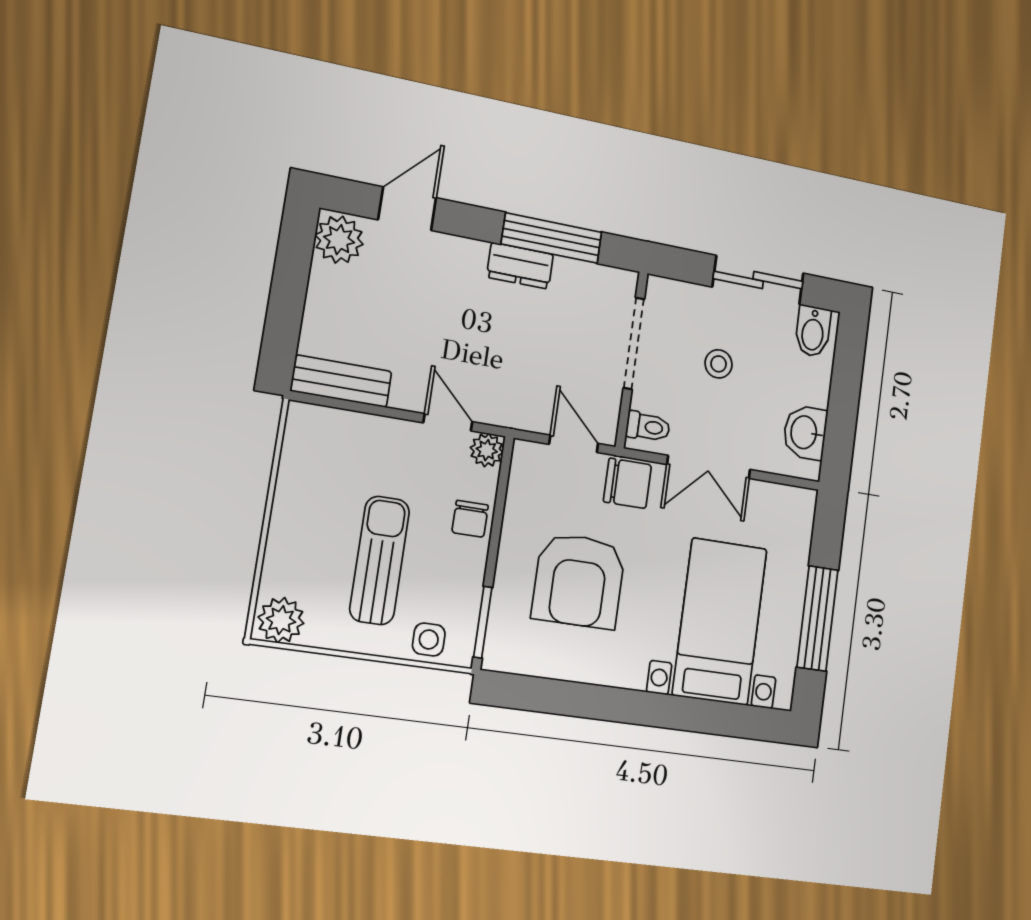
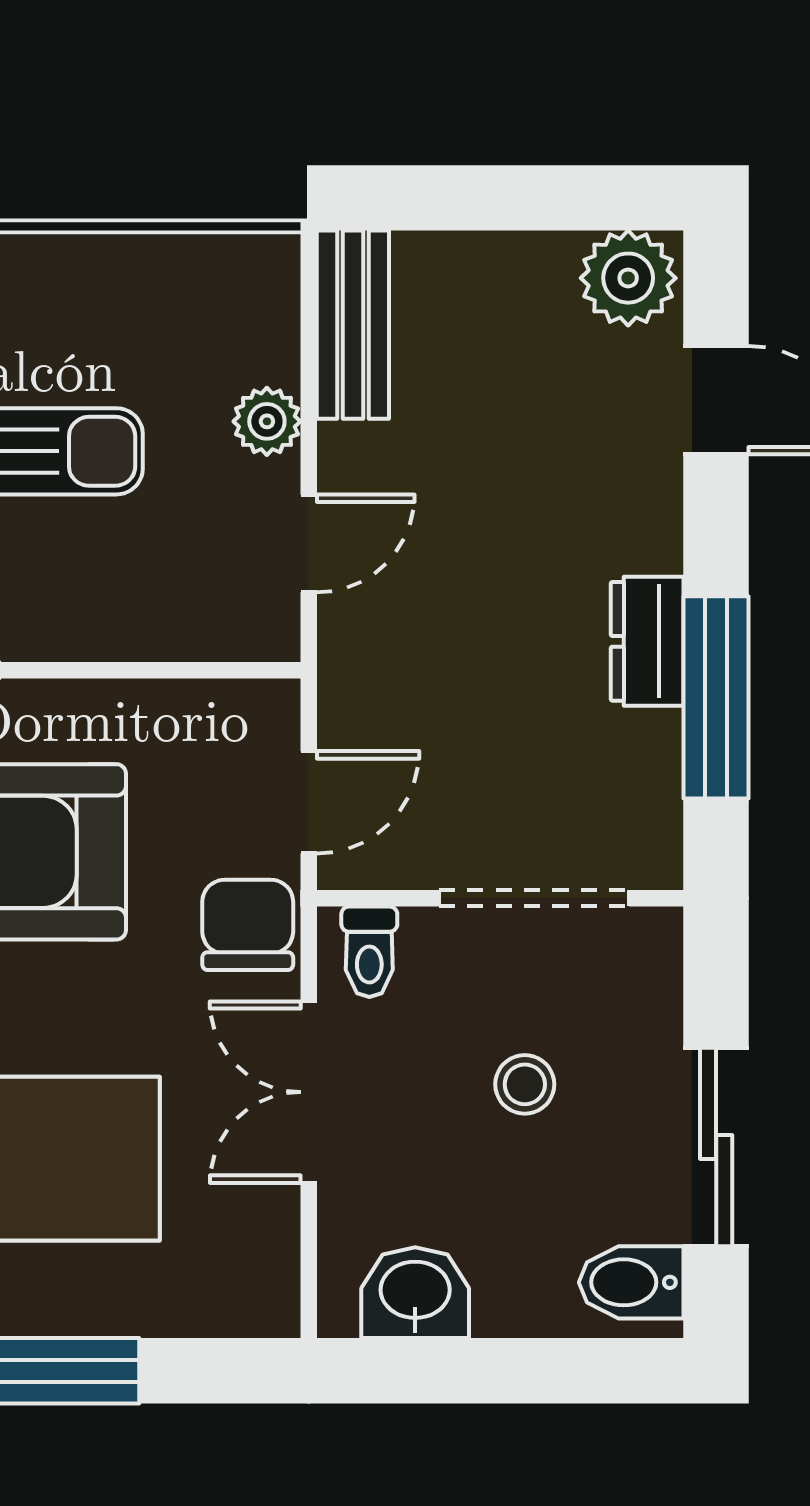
plant: (487, 450) -> (267, 421), moved
chair: (627, 483) -> (248, 925), turned 180
chair: (470, 519) -> (127, 615), removed

